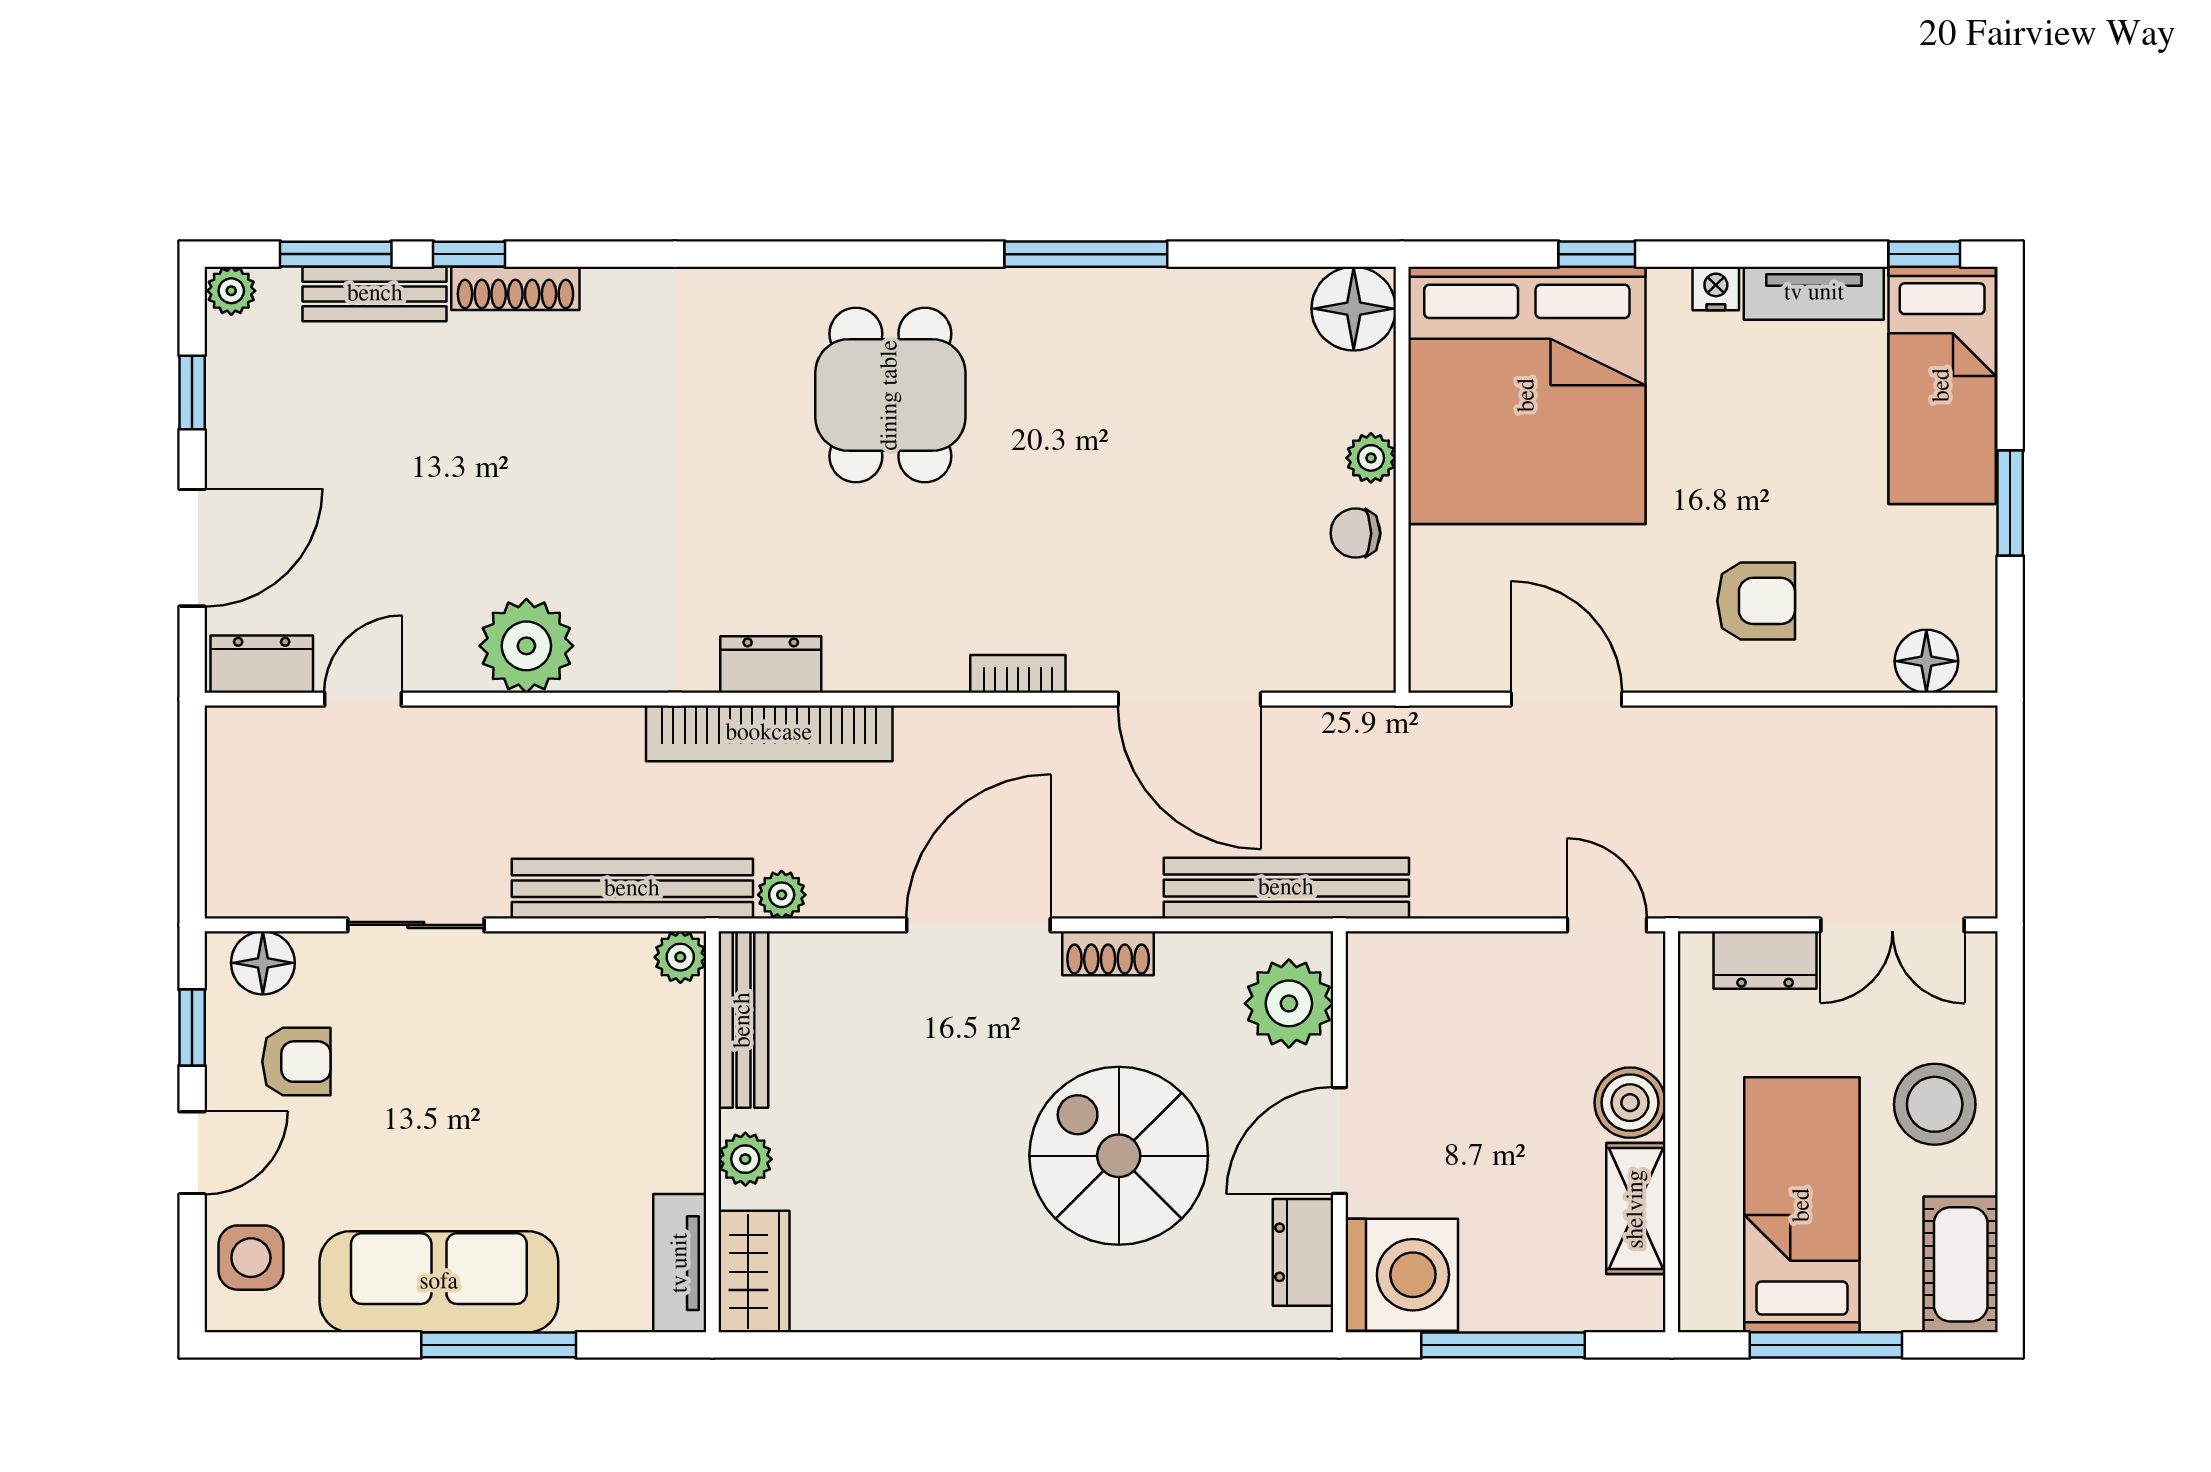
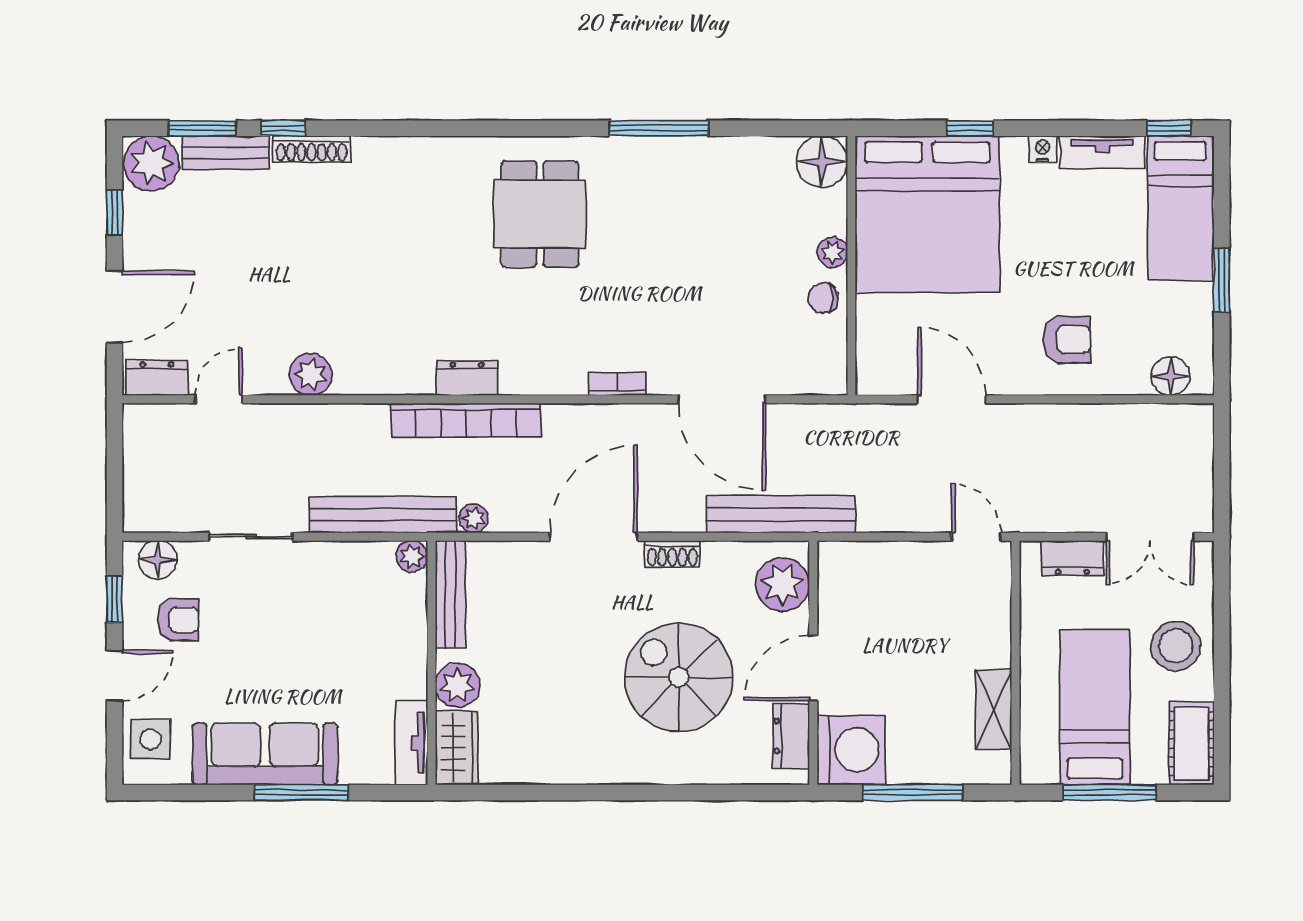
plant: (231, 291) -> (151, 163), width x1.88, depth x1.88
plant: (526, 646) -> (311, 374), width x0.73, depth x0.73
boiler: (1630, 1103) -> (990, 645), removed
plant: (745, 1159) -> (458, 685), width x1.38, depth x1.38

